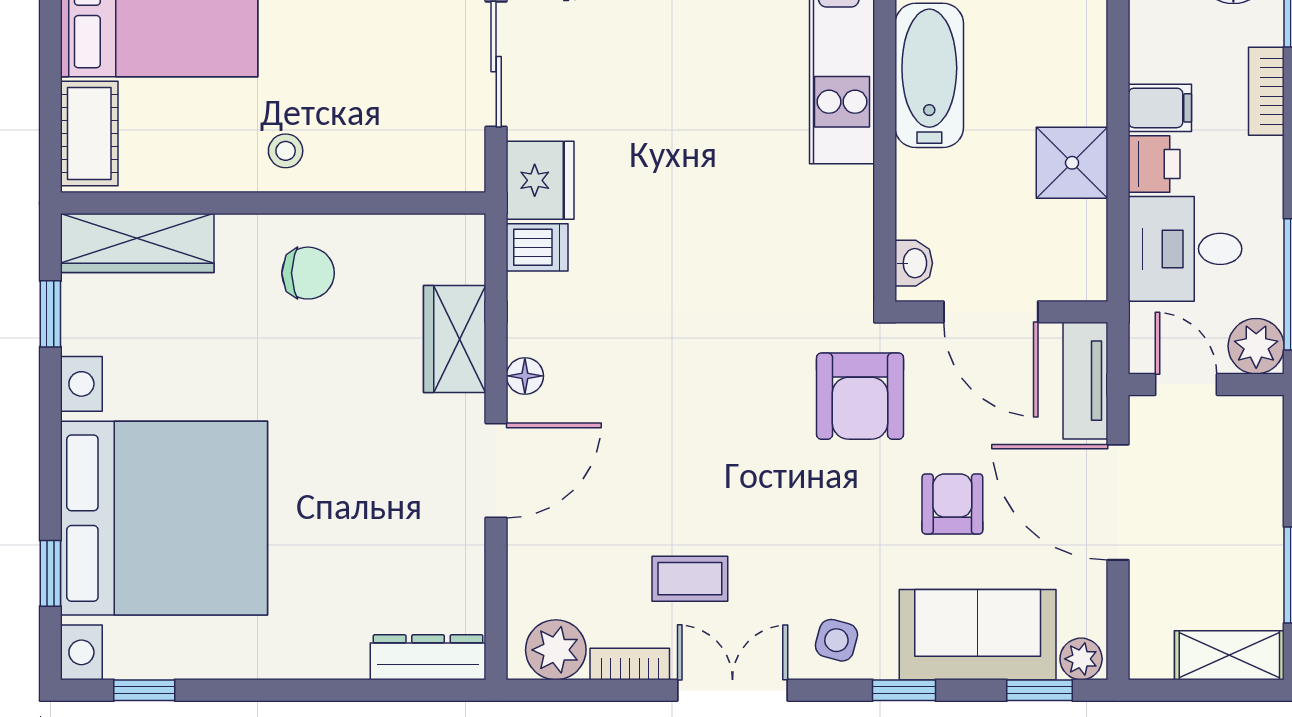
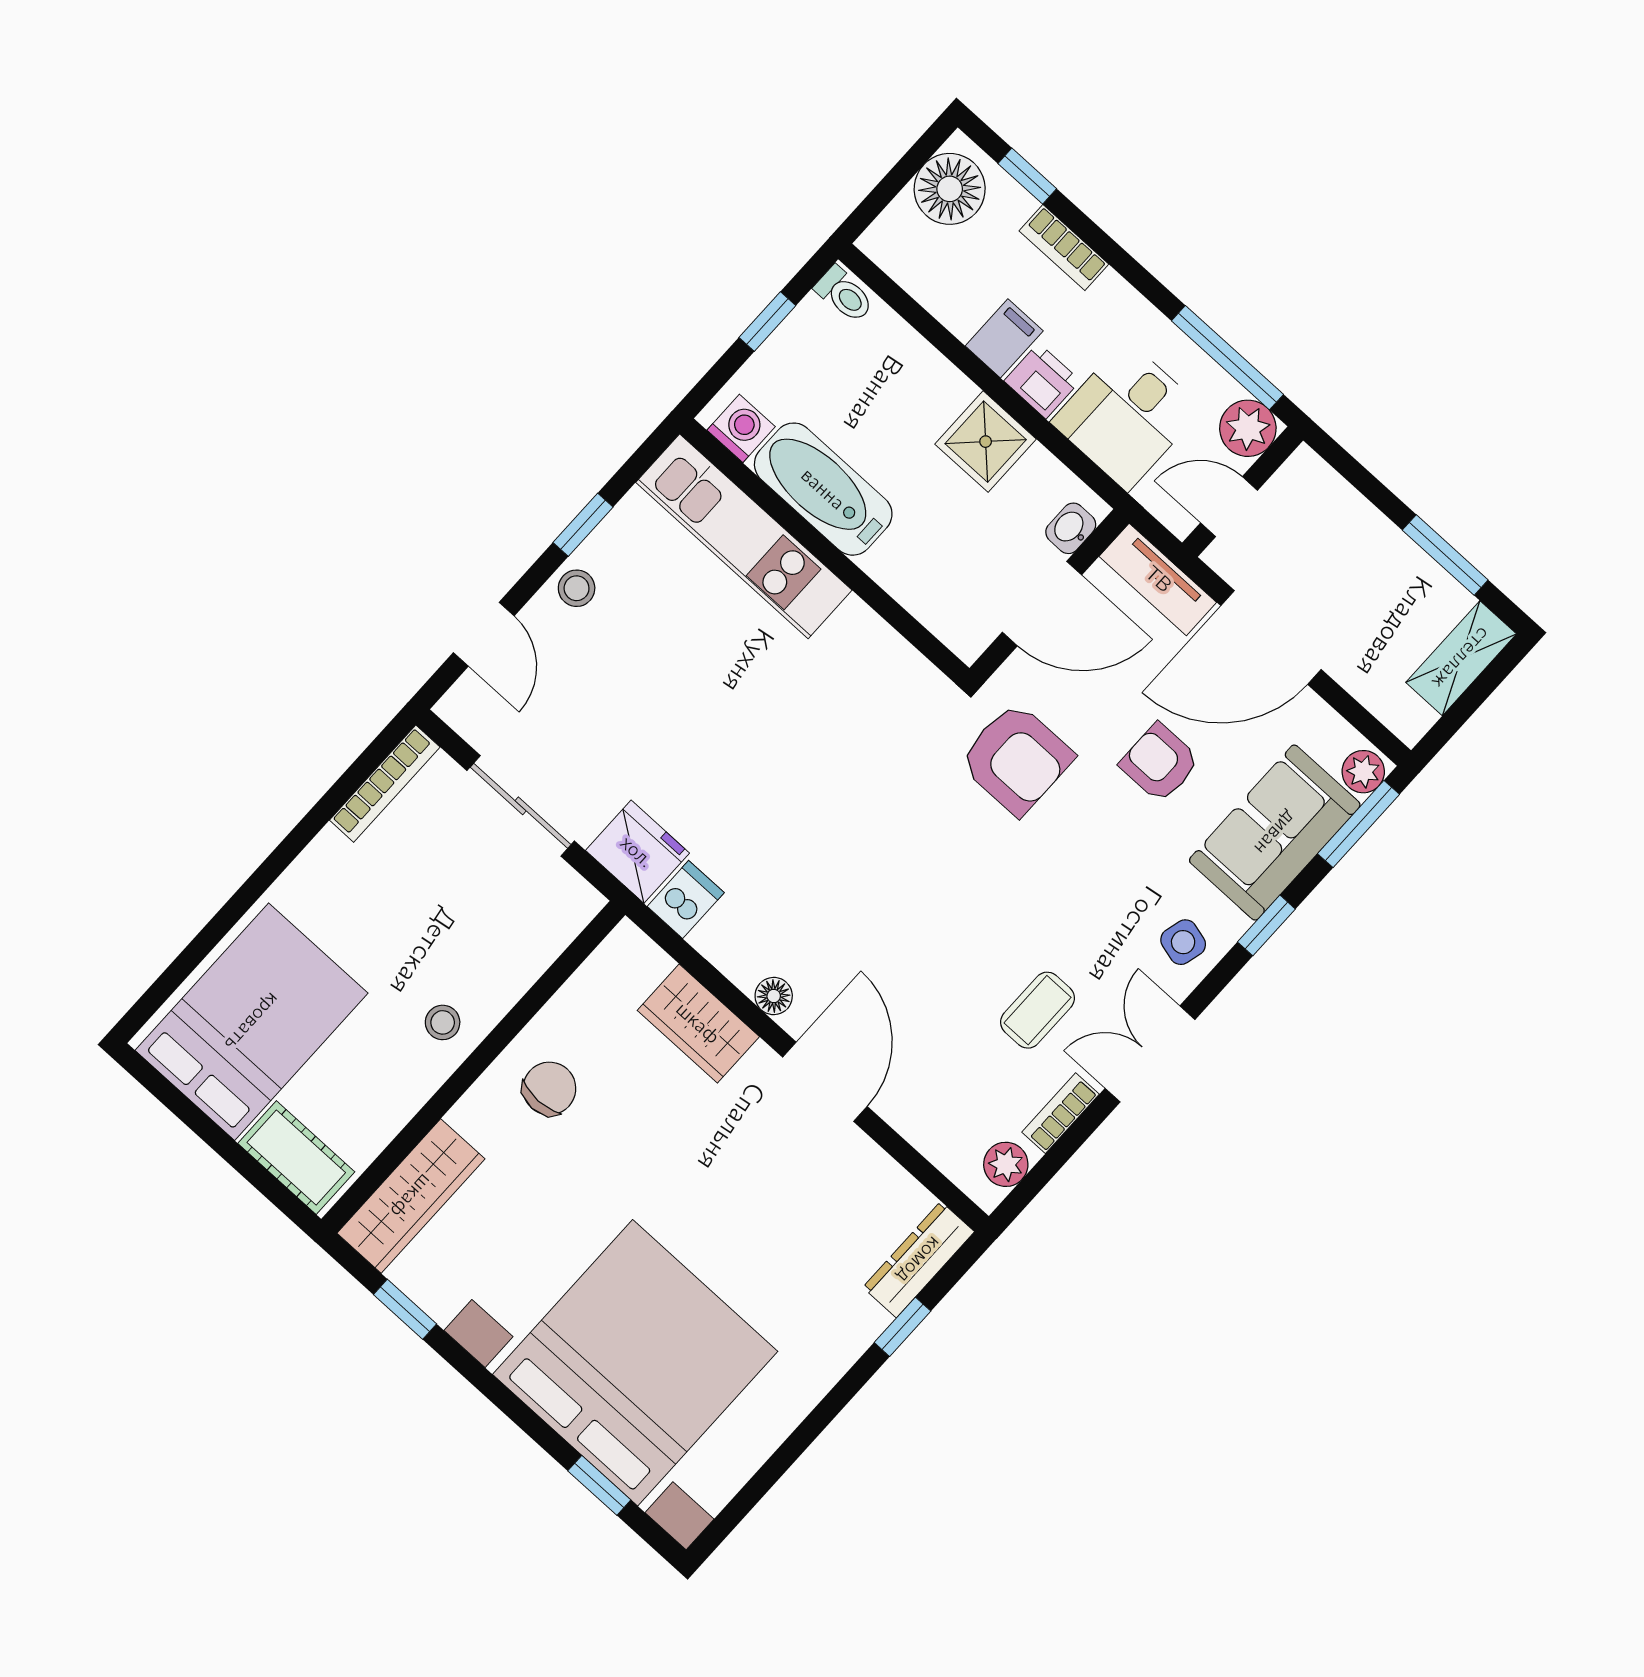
washbasin: (914, 263) -> (1071, 528), moved, turned -90
plant: (556, 650) -> (1006, 1164), width x0.73, depth x0.73
window: (144, 690) -> (903, 1327), moved
window: (1040, 690) -> (1358, 824), width x1.50

